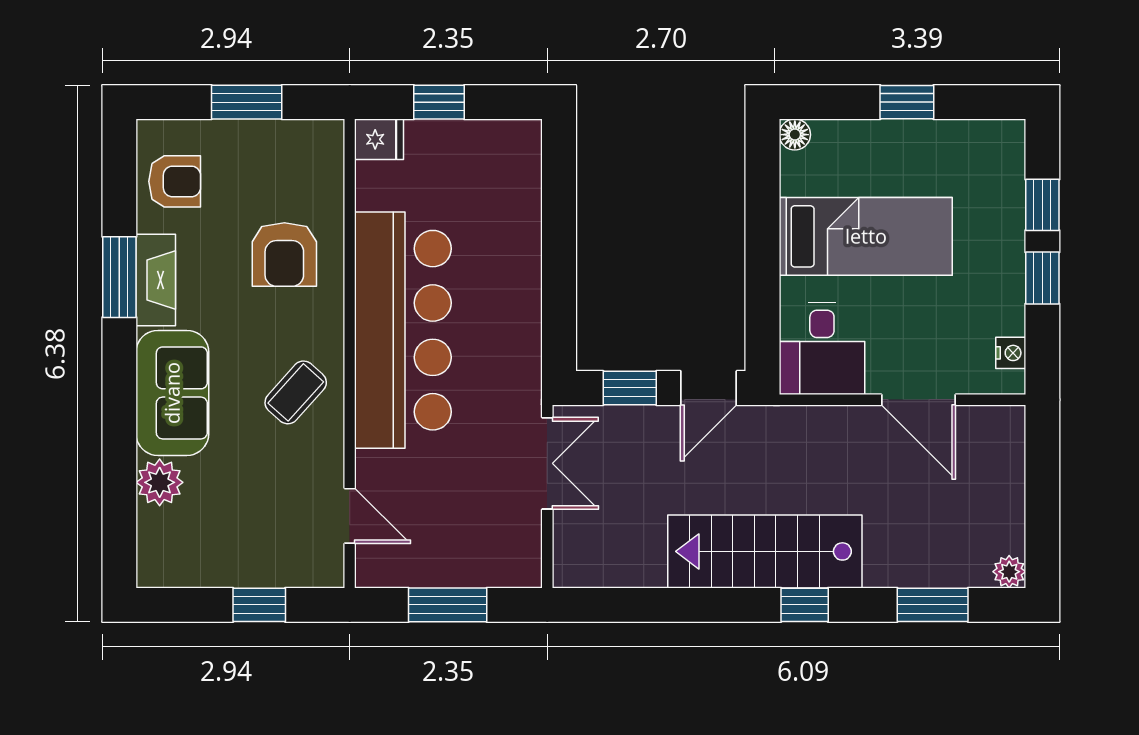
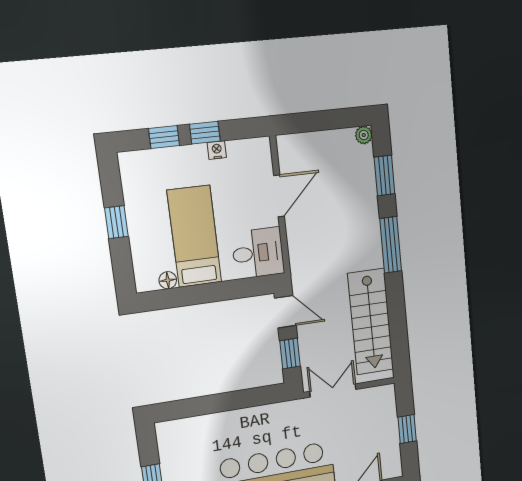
floor lamp: (795, 135) -> (168, 280), moved
nightstand: (1011, 353) -> (217, 150), moved
stairs: (765, 551) -> (371, 322), moved
window: (448, 605) -> (407, 429), width x0.67
window: (805, 605) -> (391, 245), width x2.17

